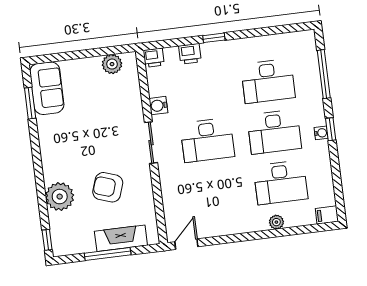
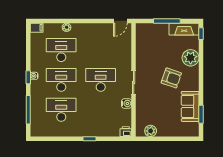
printer: (190, 54) -> (105, 131), removed
sofa: (47, 88) -> (190, 106), moved
armchair: (108, 187) -> (171, 78), moved
fireplace: (121, 238) -> (184, 29), moved

